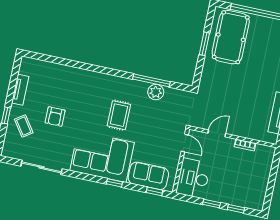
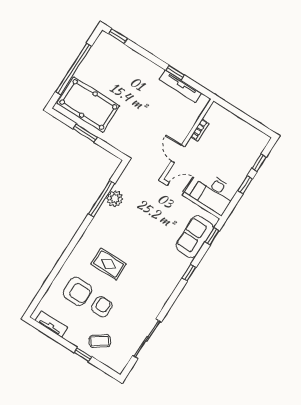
tv unit: (20, 90) -> (51, 324), moved
armchair: (61, 90) -> (77, 291), added
rug: (119, 115) -> (109, 264), moved
armchair: (55, 116) -> (102, 307), turned -90
corner sofa: (102, 157) -> (159, 275), removed

